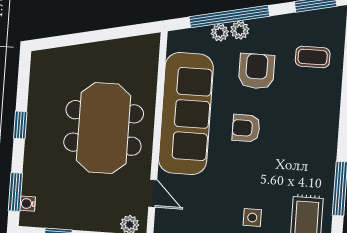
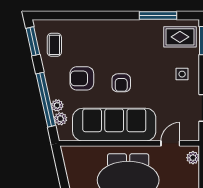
plant: (240, 30) -> (60, 119), moved
coffee table: (313, 57) -> (54, 45), moved

